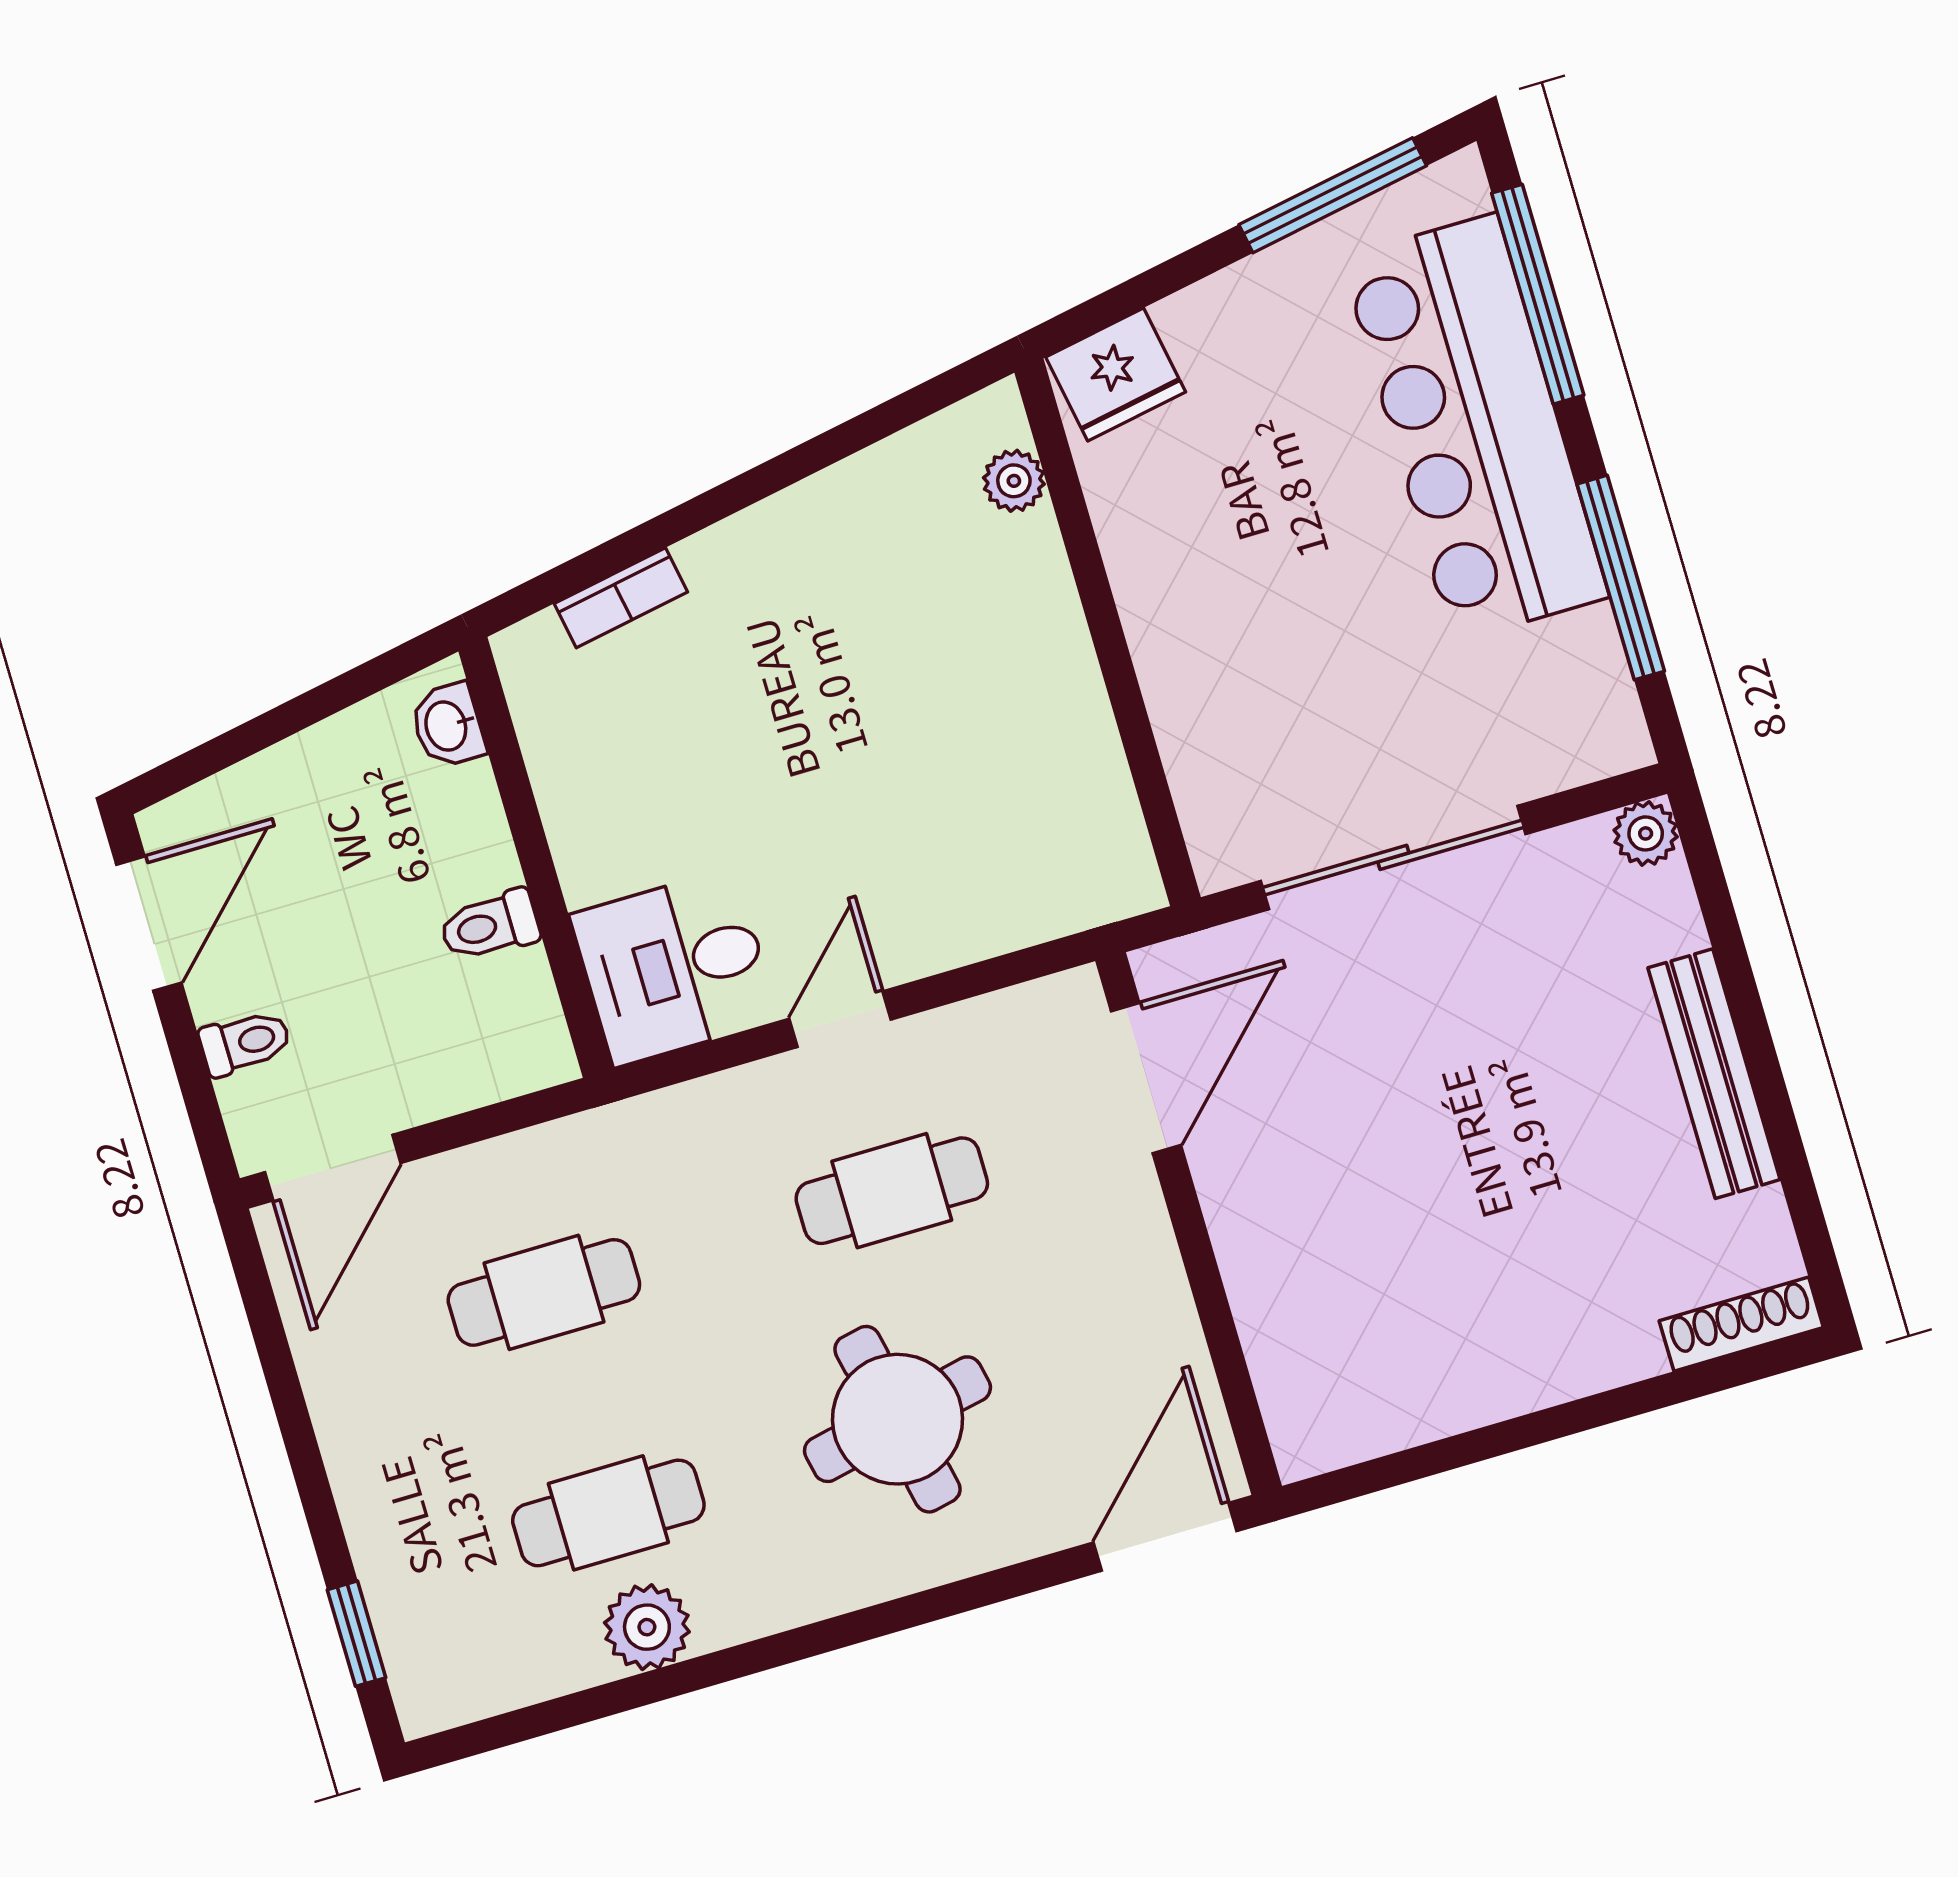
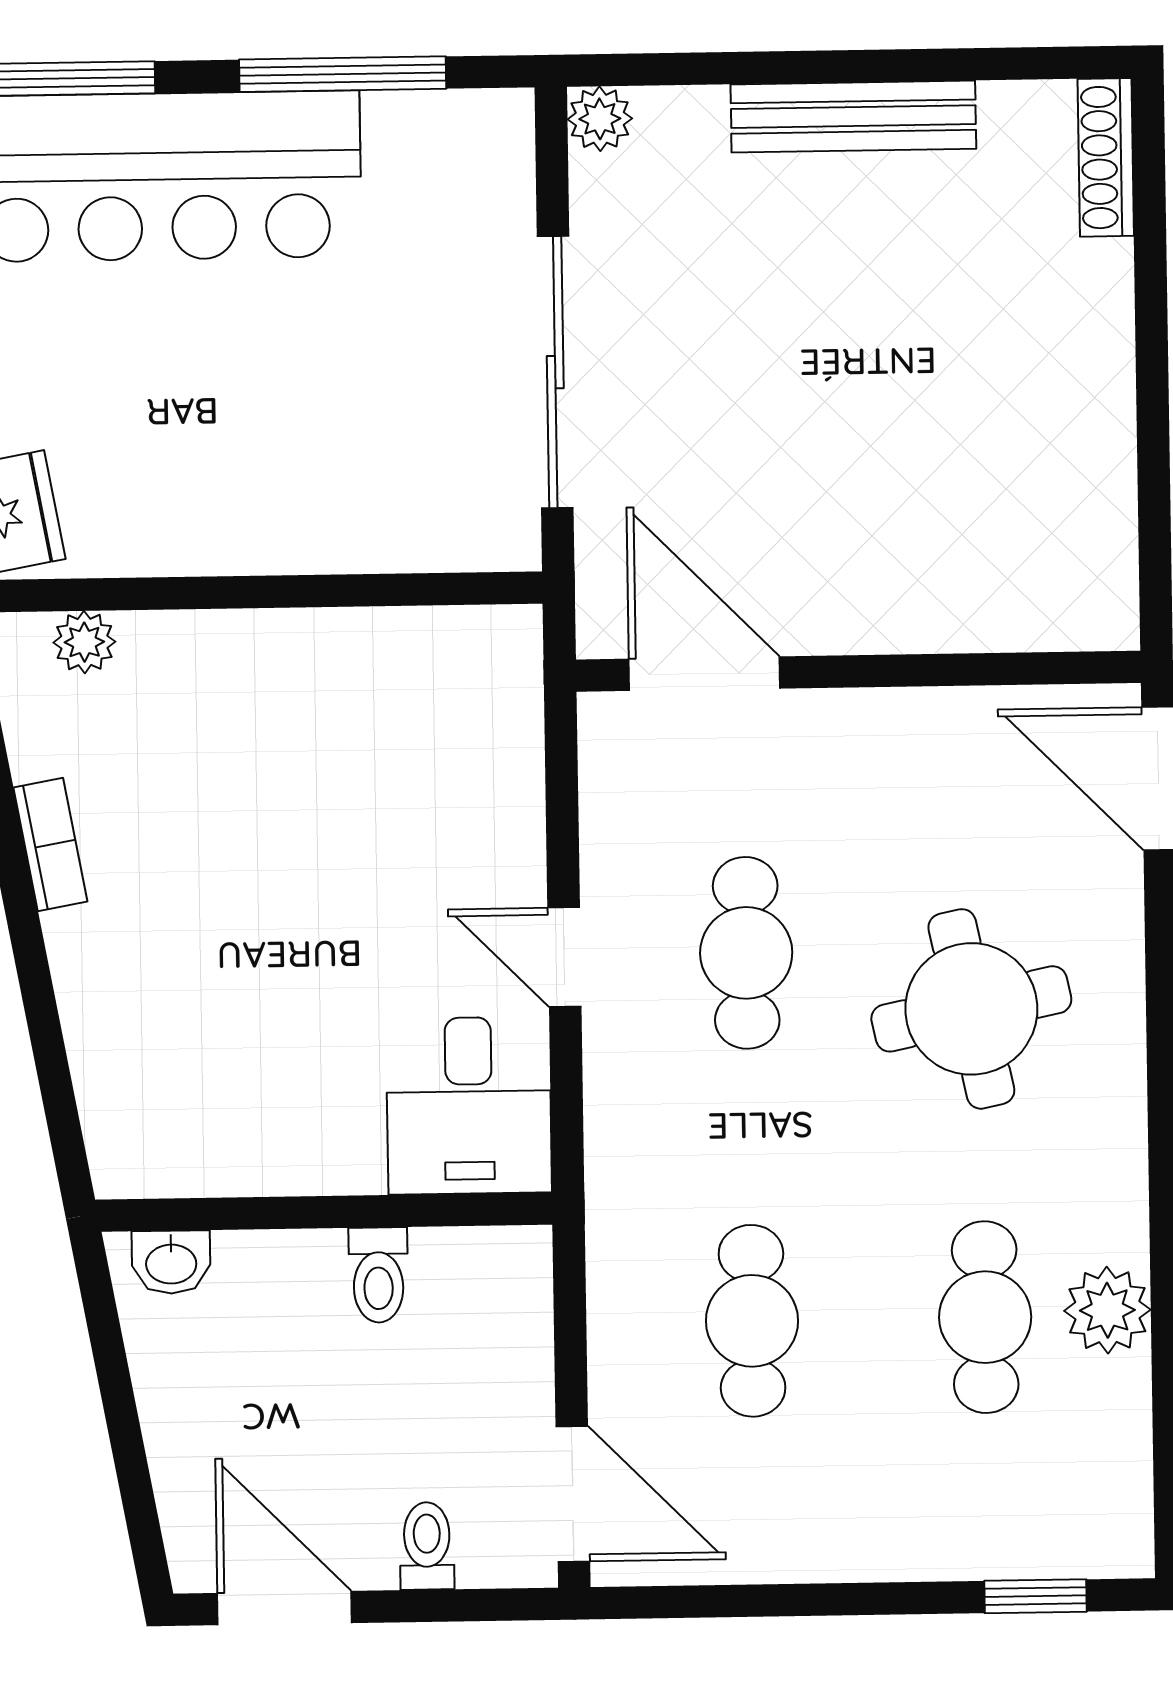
bookcase: (621, 598) -> (50, 845), moved

